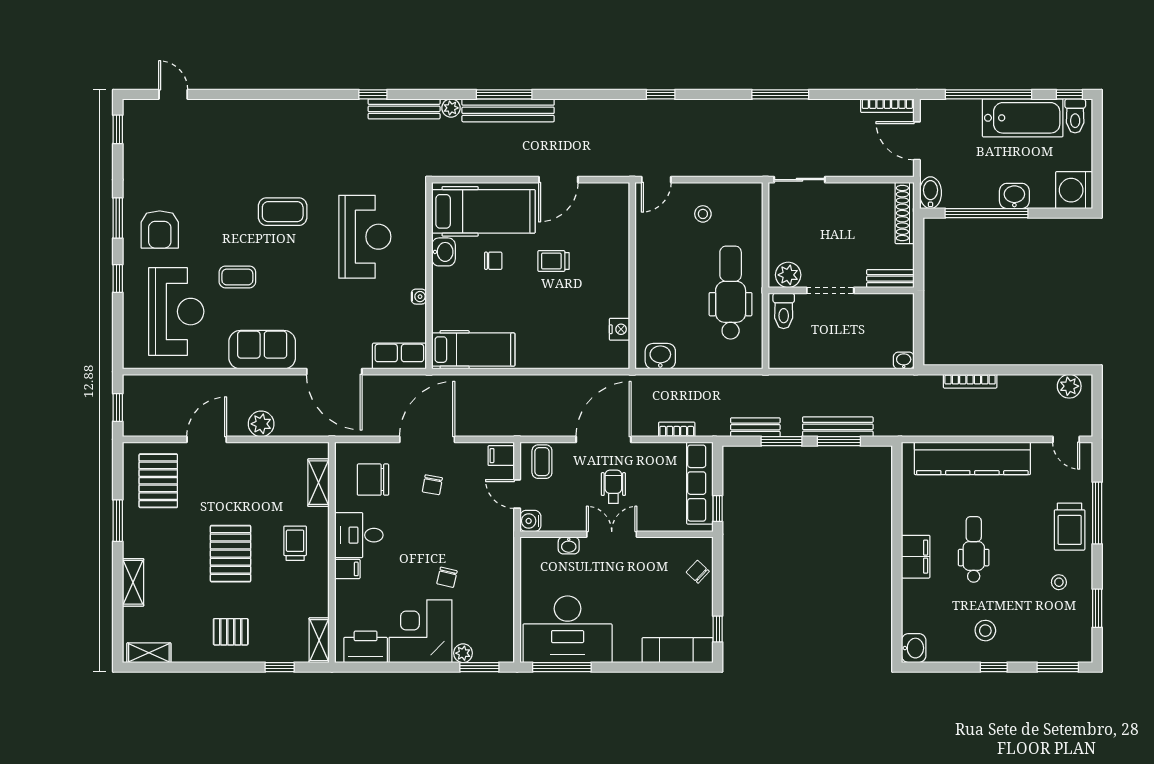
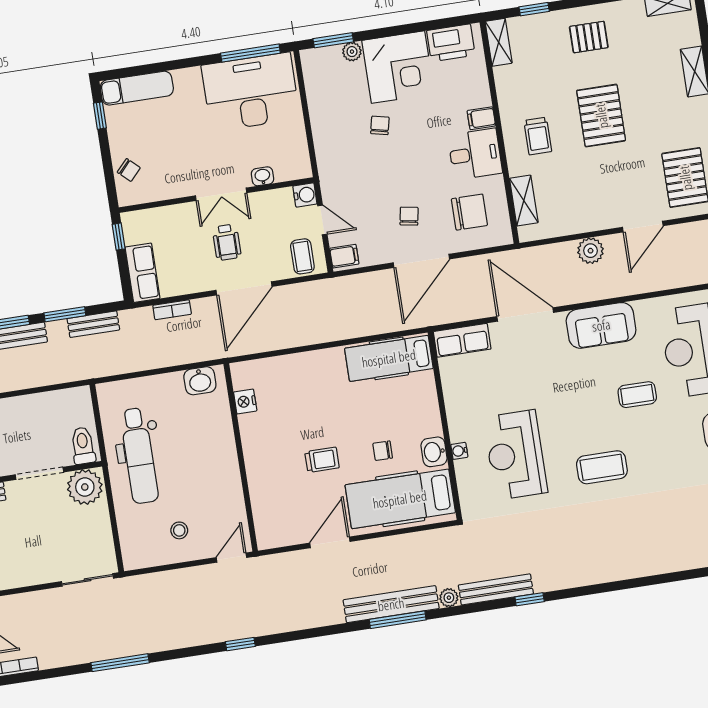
plant: (788, 275) -> (85, 487), width x1.36, depth x1.36
water cooler: (419, 297) -> (459, 451), moved
row of seats: (700, 483) -> (142, 273), width x0.68

